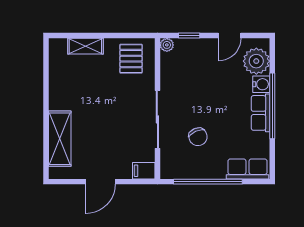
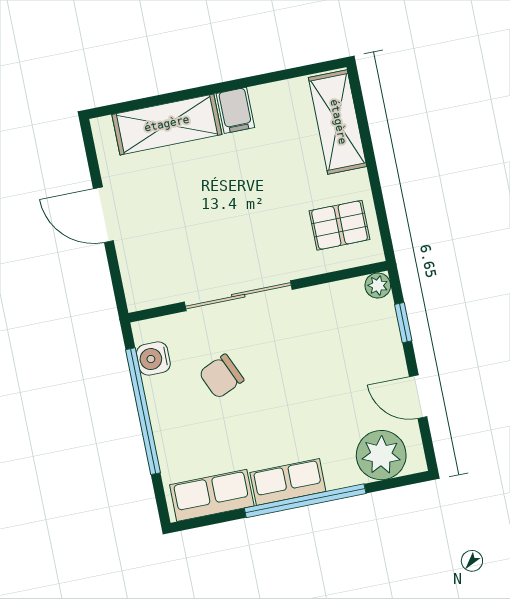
shelving: (85, 46) -> (338, 122), width x1.50, depth x1.33
water cooler: (261, 84) -> (153, 359), moved, turned 90
row of seats: (247, 169) -> (212, 495), moved, turned -90
filing cabinet: (144, 171) -> (235, 110), moved, turned 180

